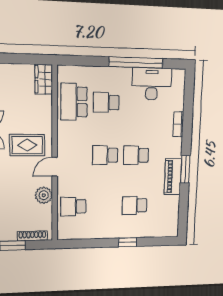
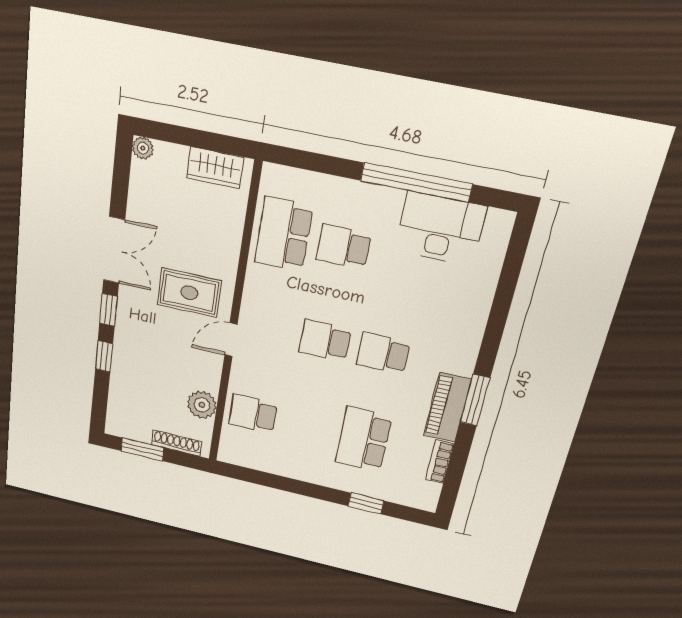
wardrobe: (44, 79) -> (215, 168), moved, turned -90
bookcase: (178, 124) -> (440, 462), moved
plant: (44, 195) -> (202, 405), moved
school desk: (135, 206) -> (364, 439), width x1.85
window: (127, 242) -> (366, 503), moved

